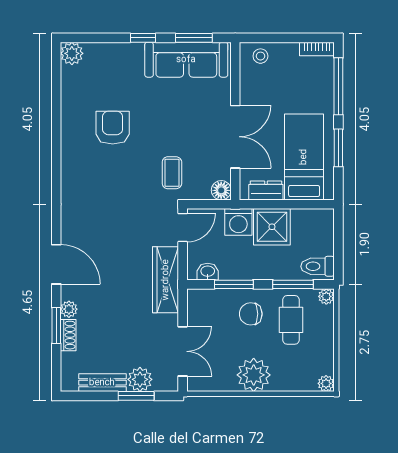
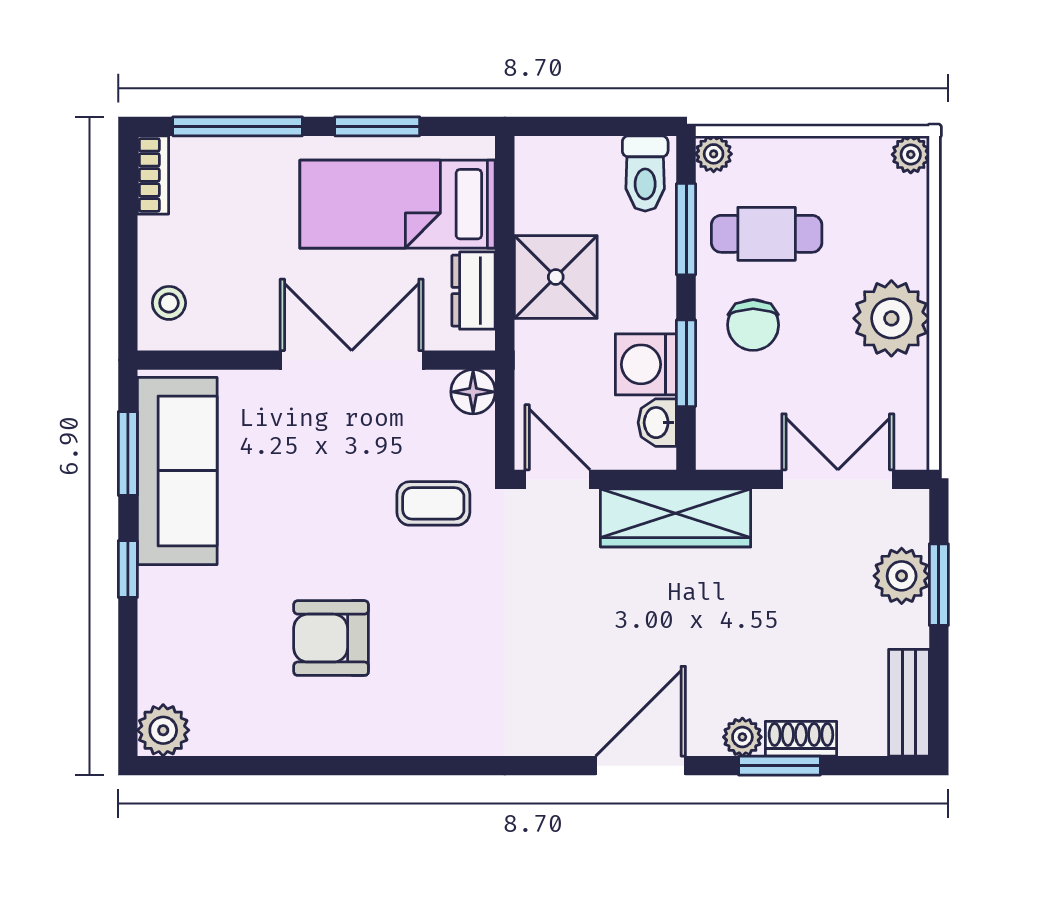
washing machine: (238, 222) -> (646, 364), moved, turned 180
bench: (102, 383) -> (909, 703), moved

